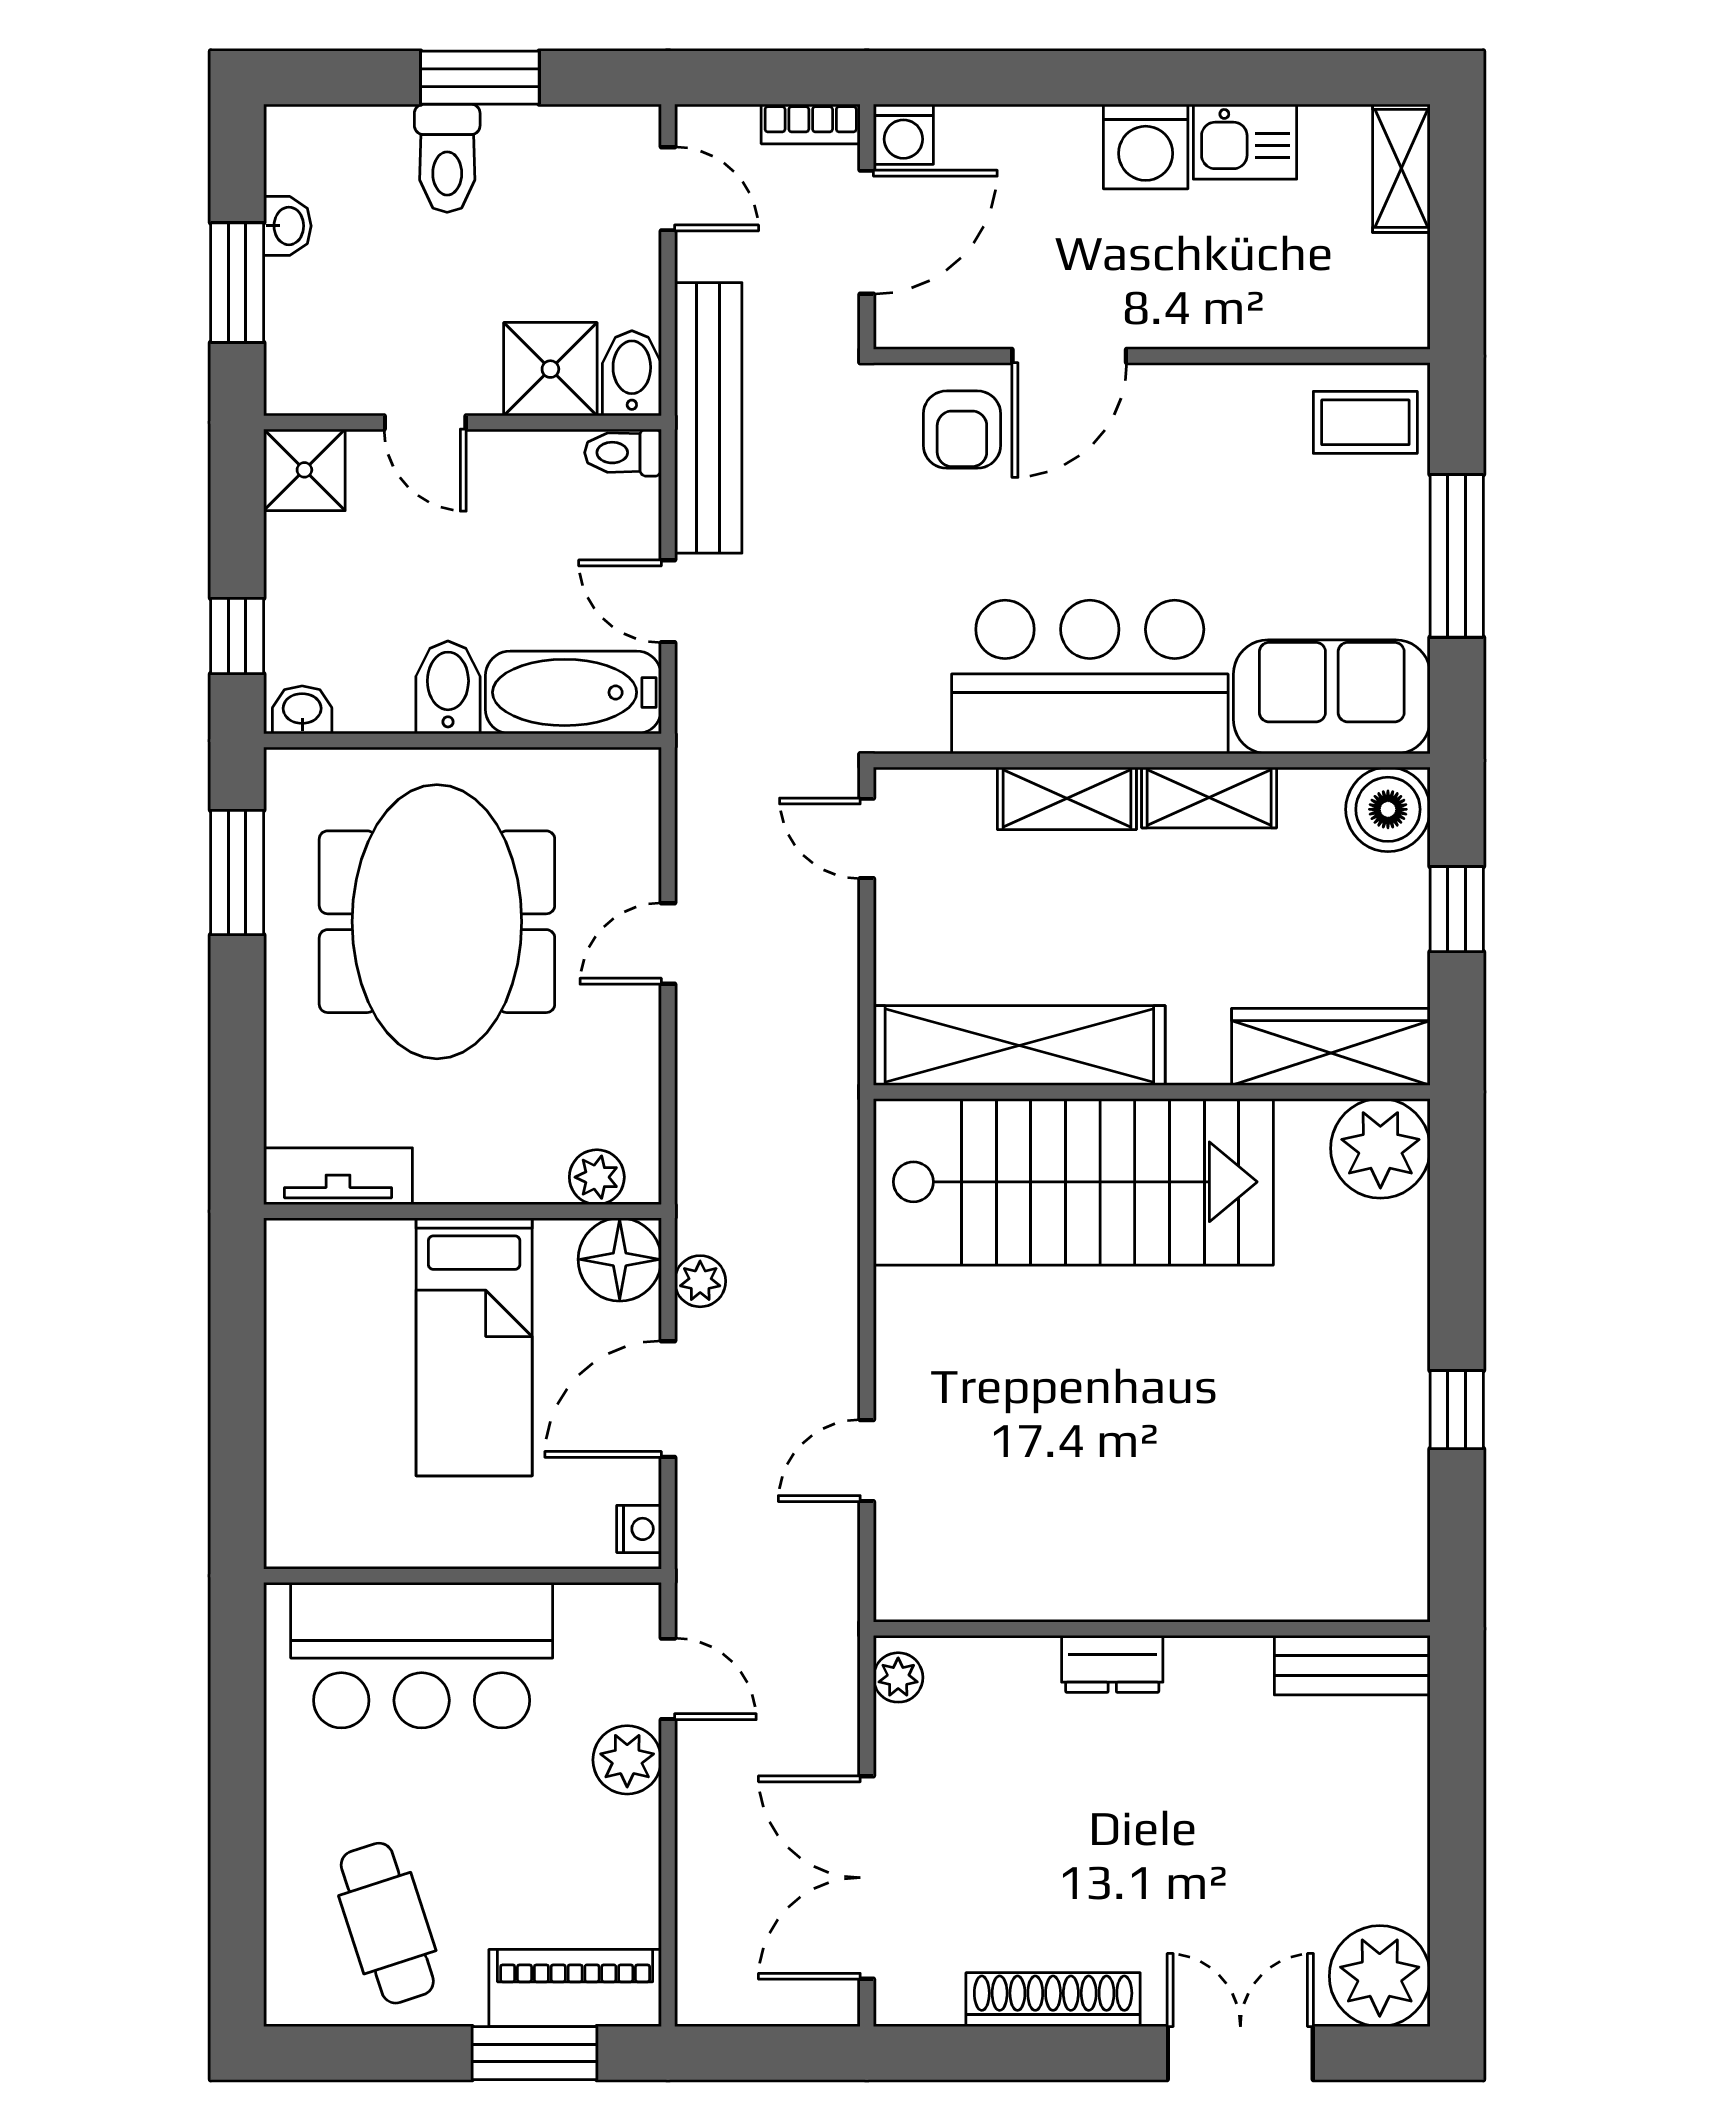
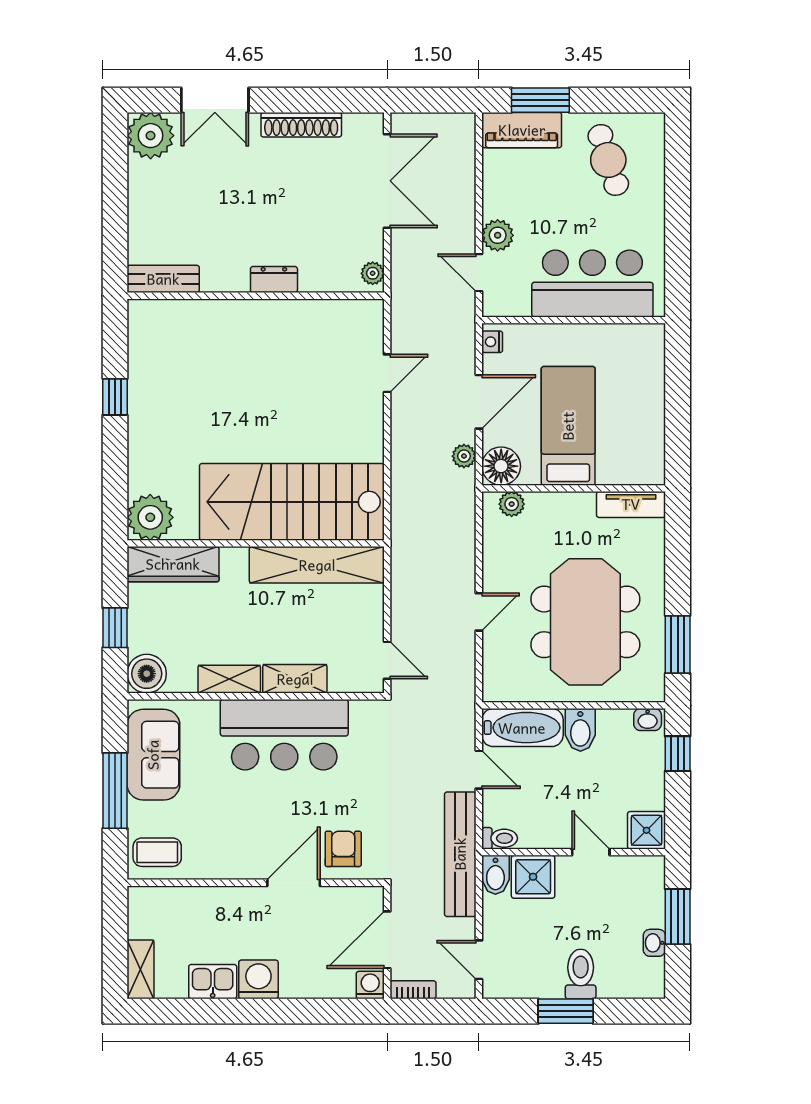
sofa: (1332, 697) -> (153, 755), moved, turned -90

